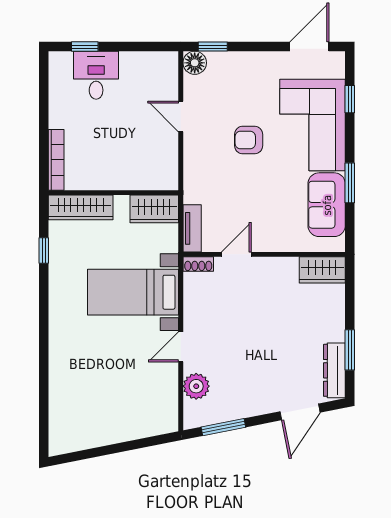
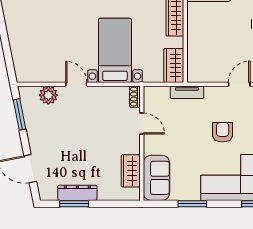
sofa: (327, 205) -> (156, 178), moved, turned 90
tv unit: (192, 228) -> (187, 92), moved
wardrobe: (322, 270) -> (131, 171), moved
dresser: (334, 370) -> (77, 193), moved

